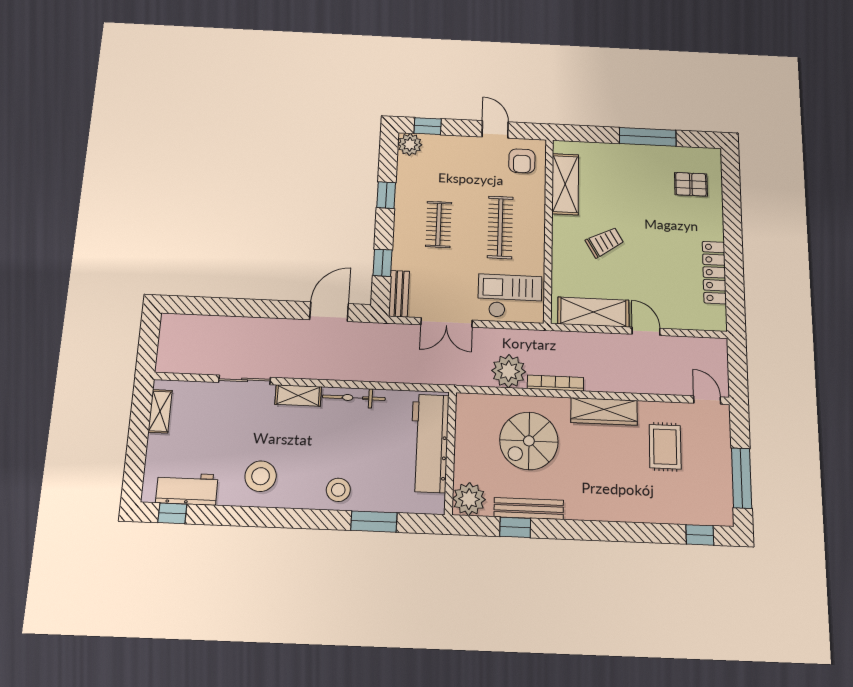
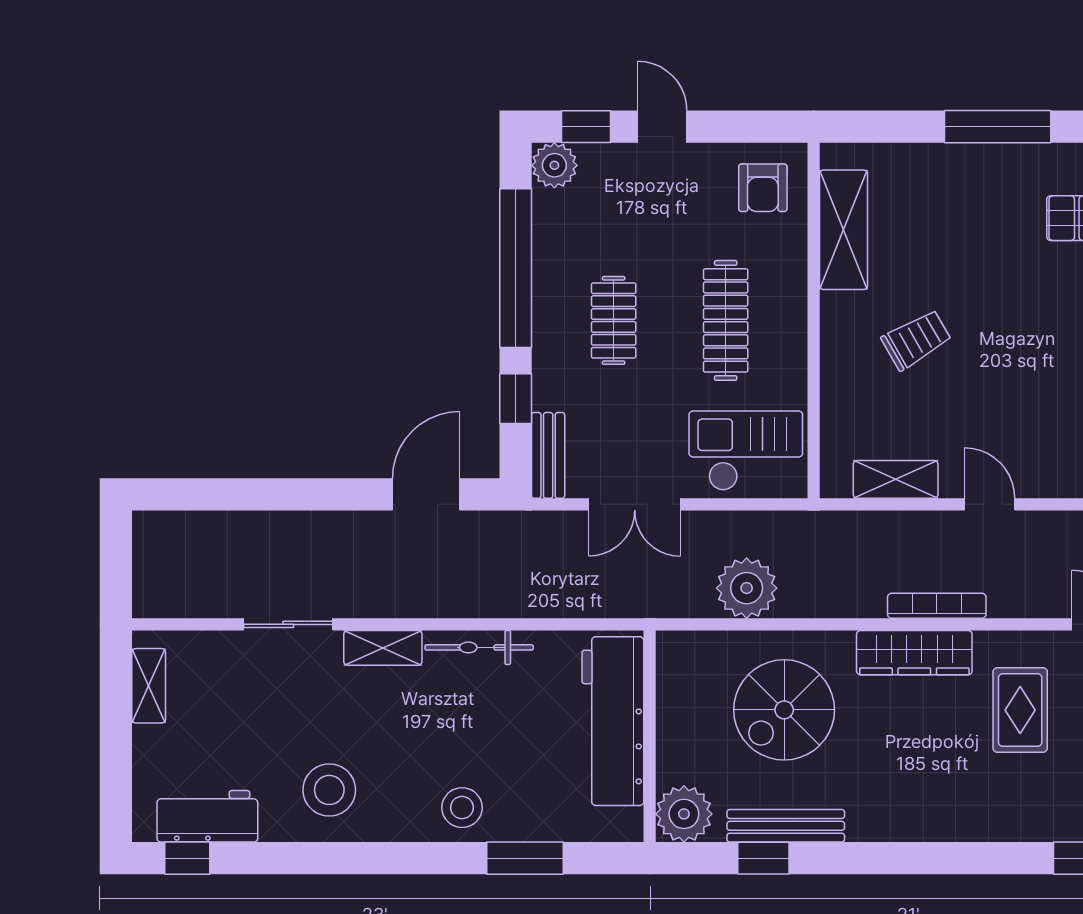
door: (495, 129) -> (662, 127), moved
window: (386, 195) -> (516, 268), width x3.17
shelving: (593, 312) -> (896, 479), width x0.67, depth x0.75
bookcase: (555, 383) -> (937, 606), moved

